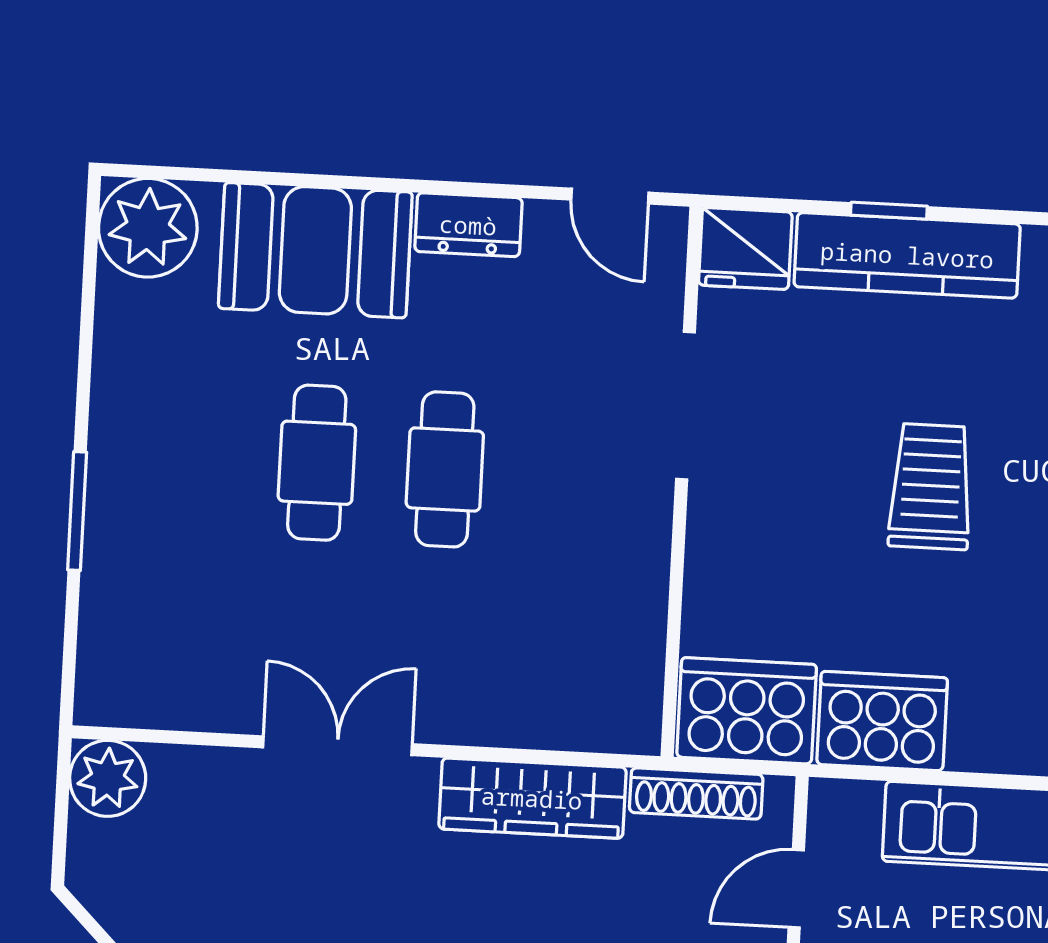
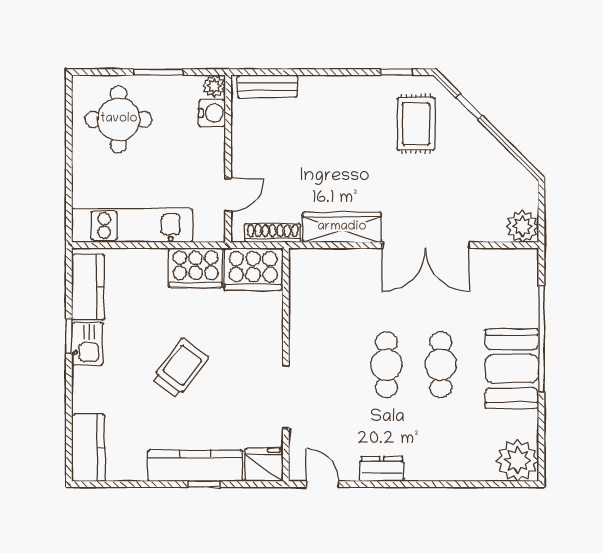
booth: (315, 250) -> (512, 369), moved, turned 90
trolley: (931, 487) -> (180, 368), turned -143
window: (77, 511) -> (541, 339), width x2.11
double door: (337, 746) -> (426, 245), width x1.37

